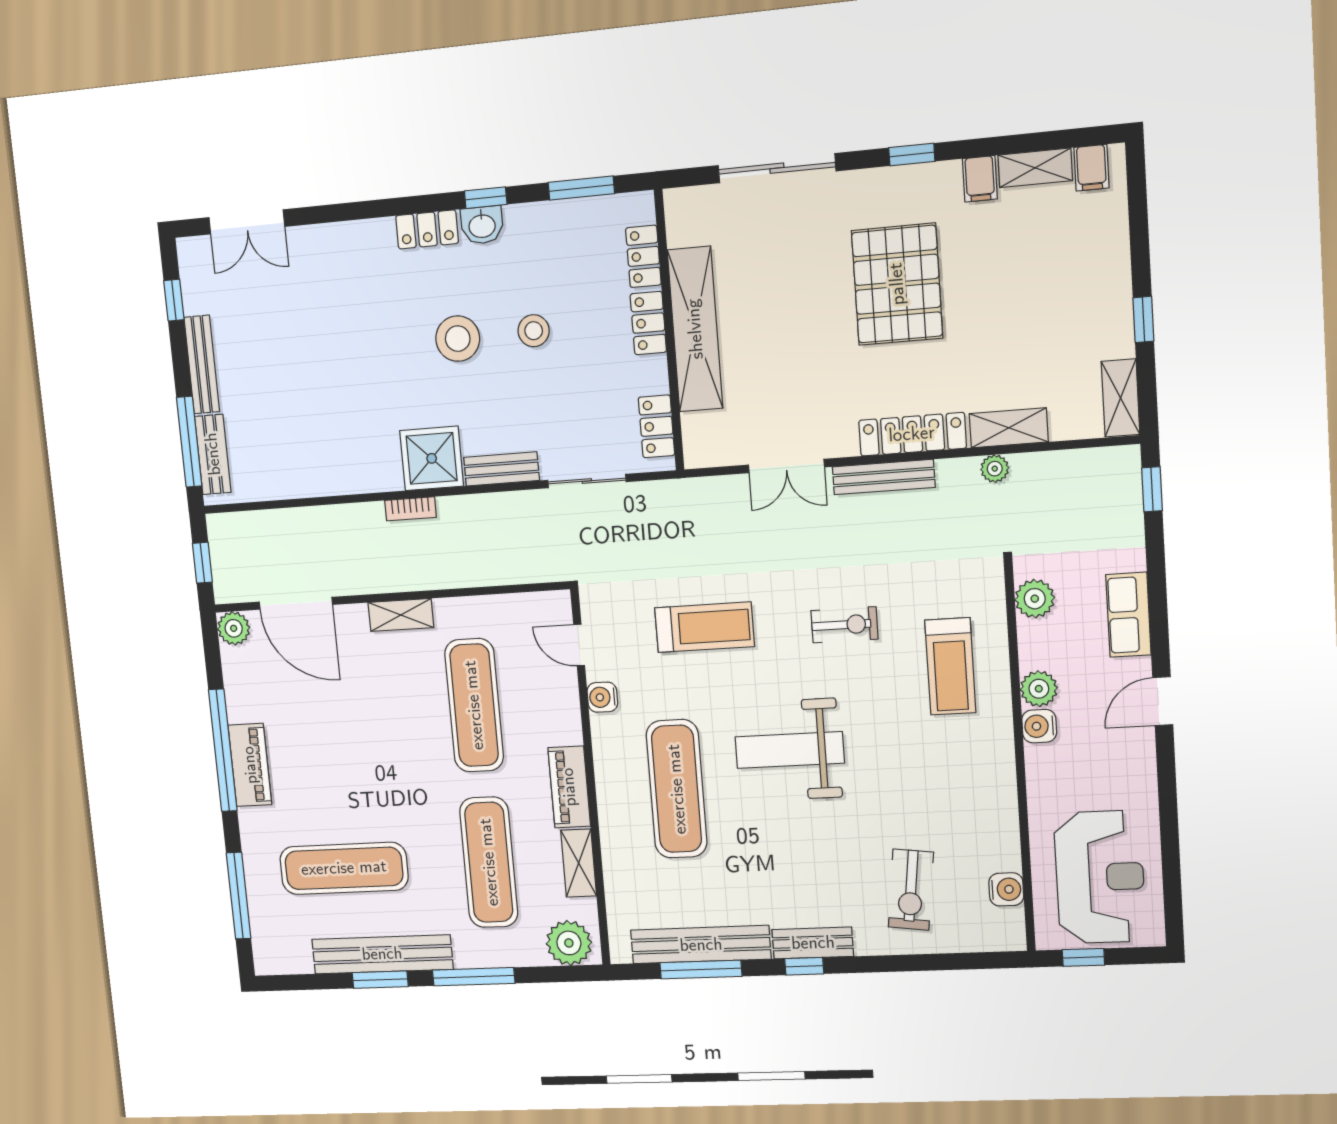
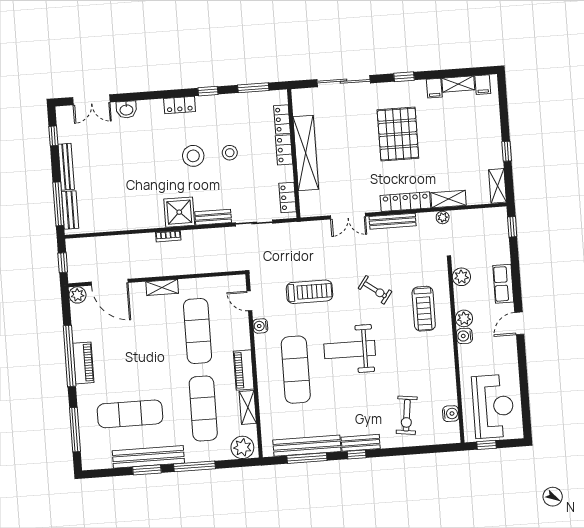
washbasin: (482, 225) -> (126, 110), moved
exercise bike: (844, 625) -> (375, 290), turned 36

